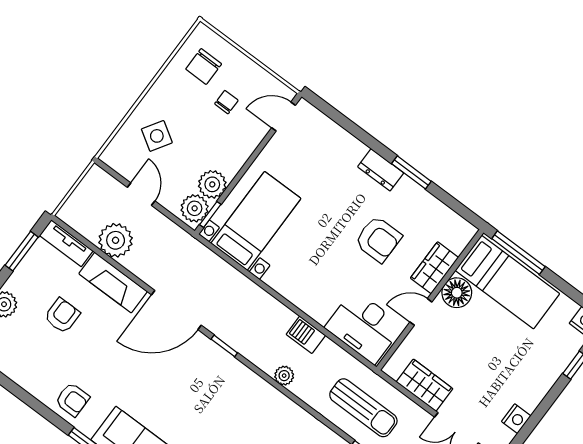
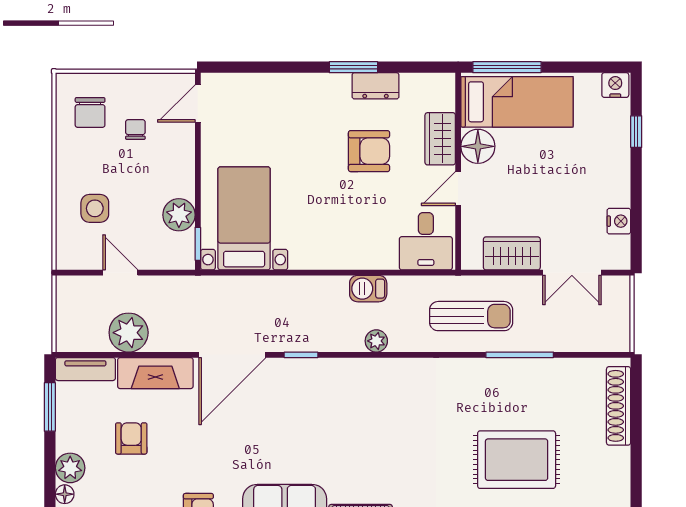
side table: (157, 136) -> (95, 208), turned -32
dresser: (381, 170) -> (375, 86), moved
plant: (195, 208) -> (179, 249), removed
desk: (364, 327) -> (426, 241), width x0.73

